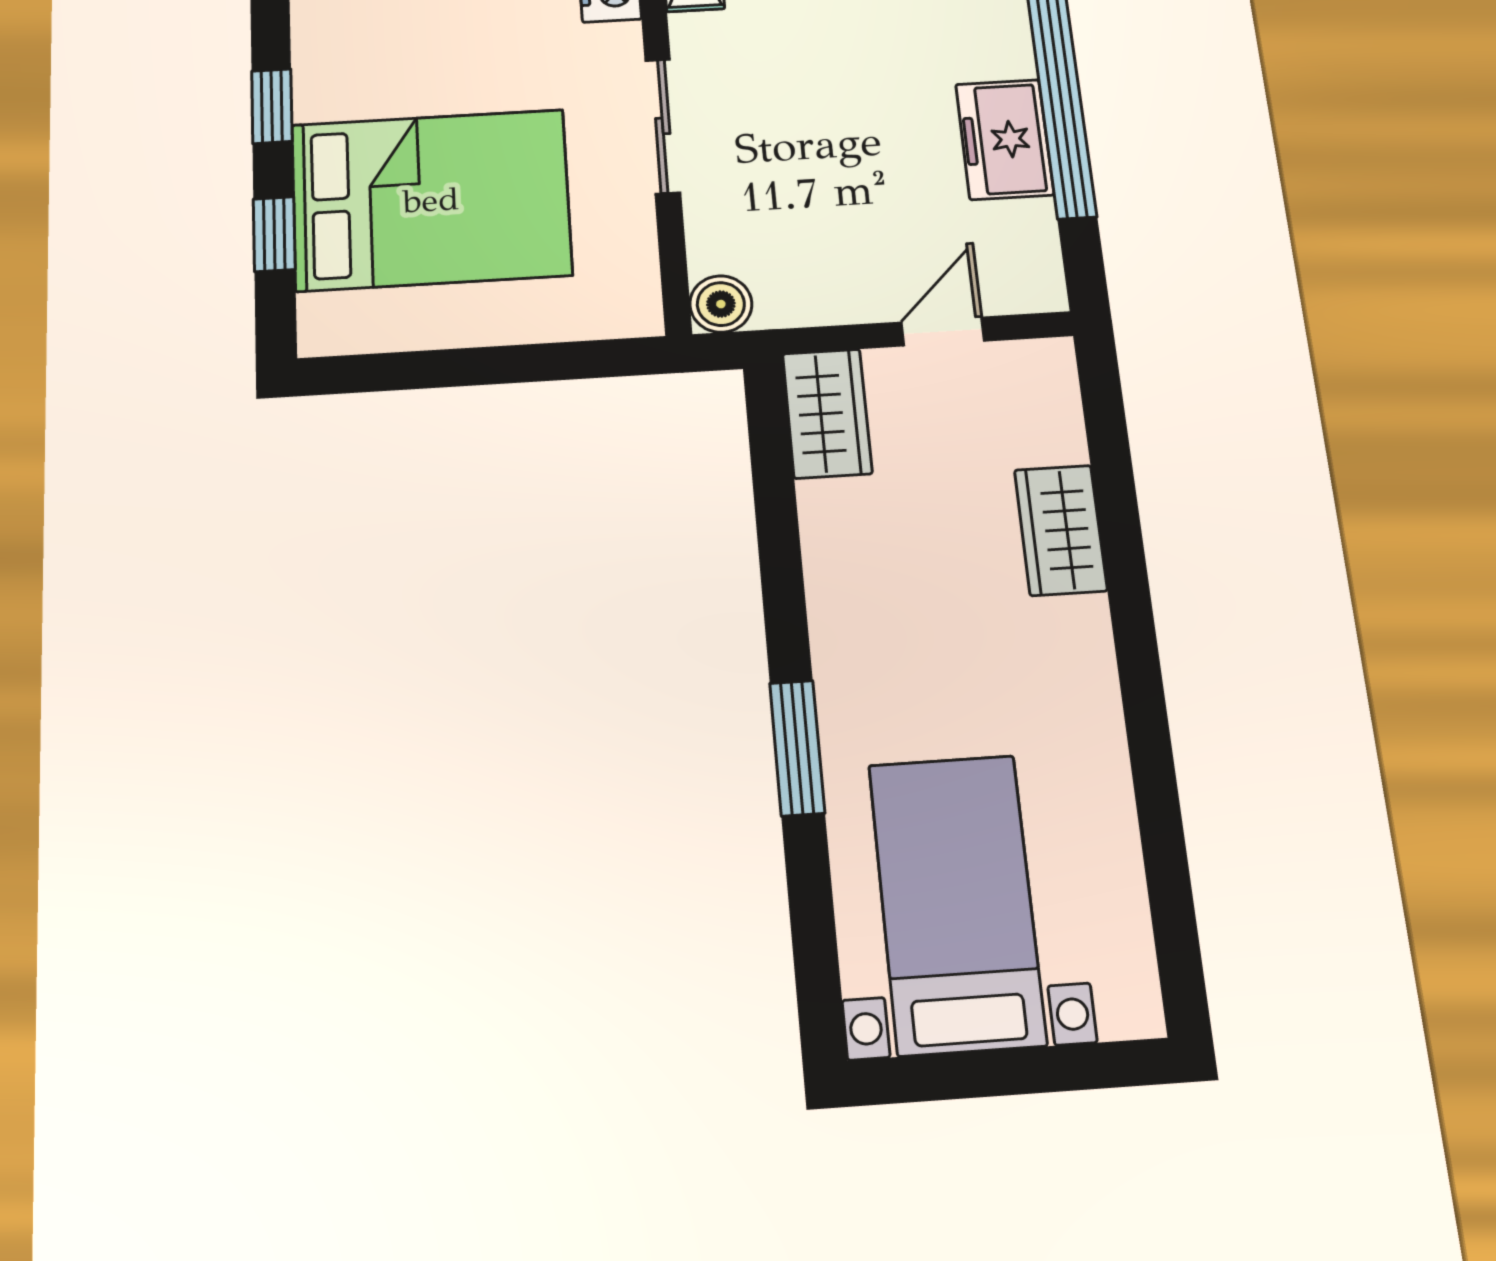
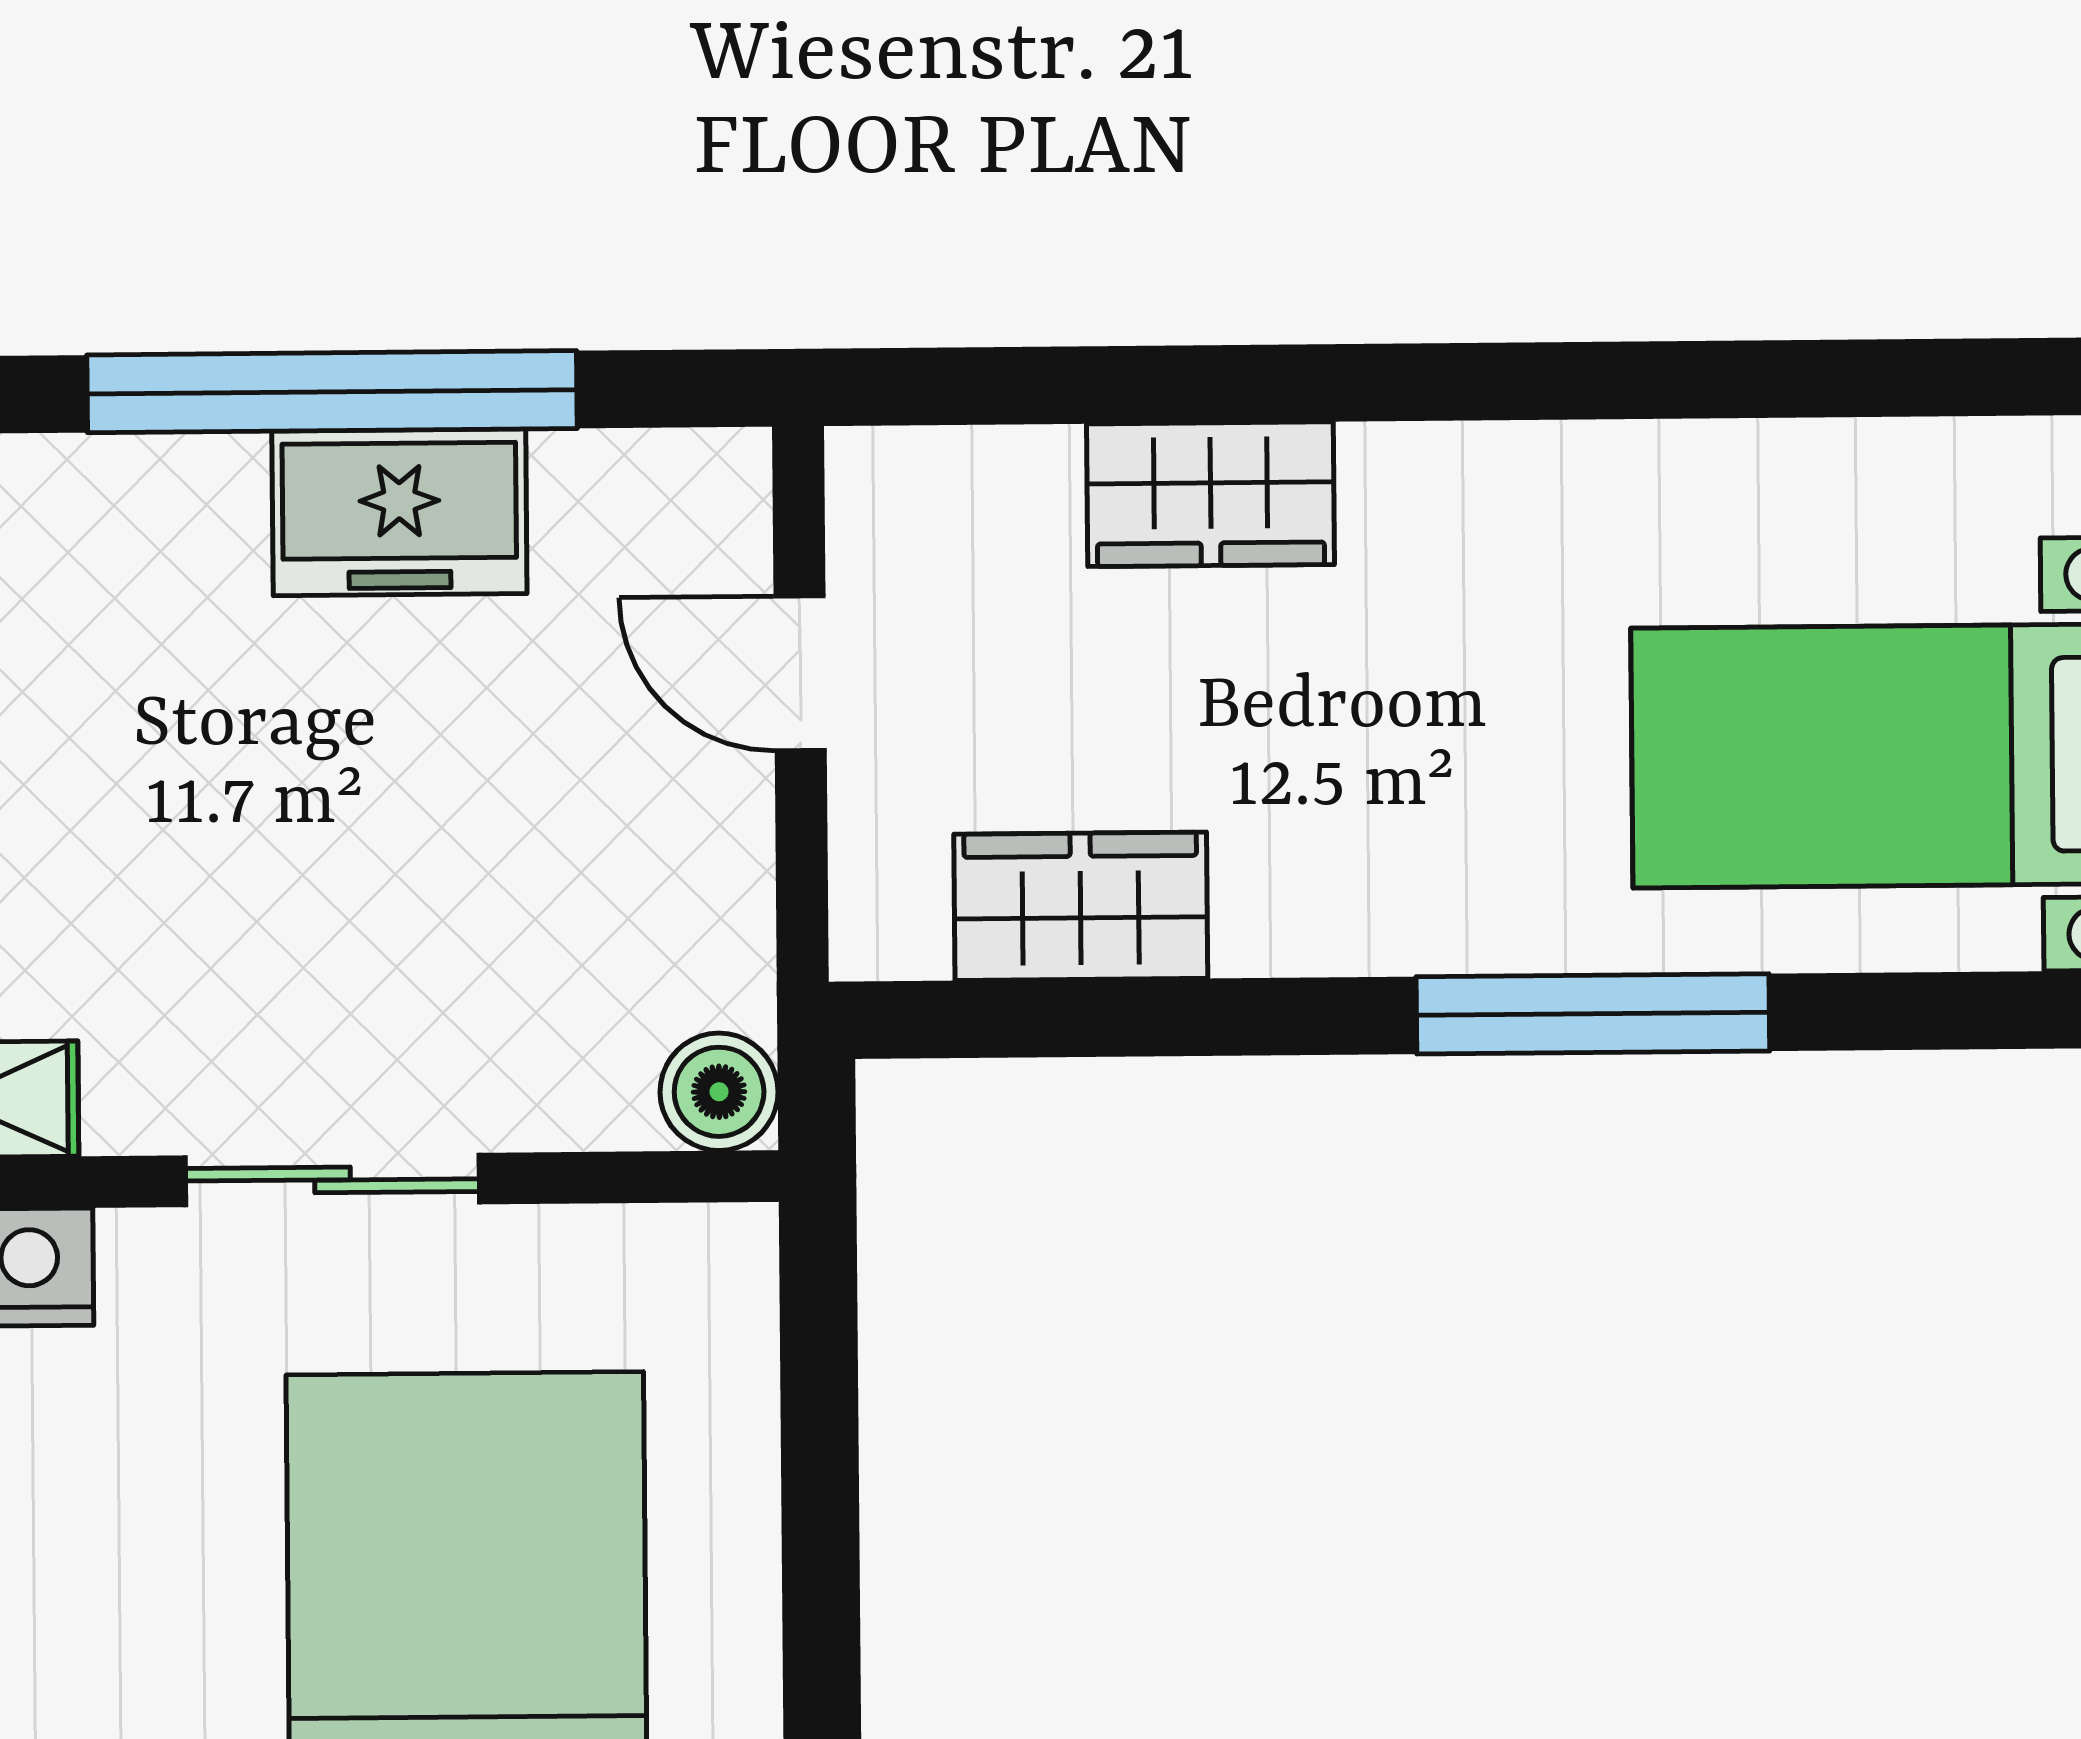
wardrobe: (827, 413) -> (1081, 906), moved
window: (797, 748) -> (1593, 1014), width x1.44

